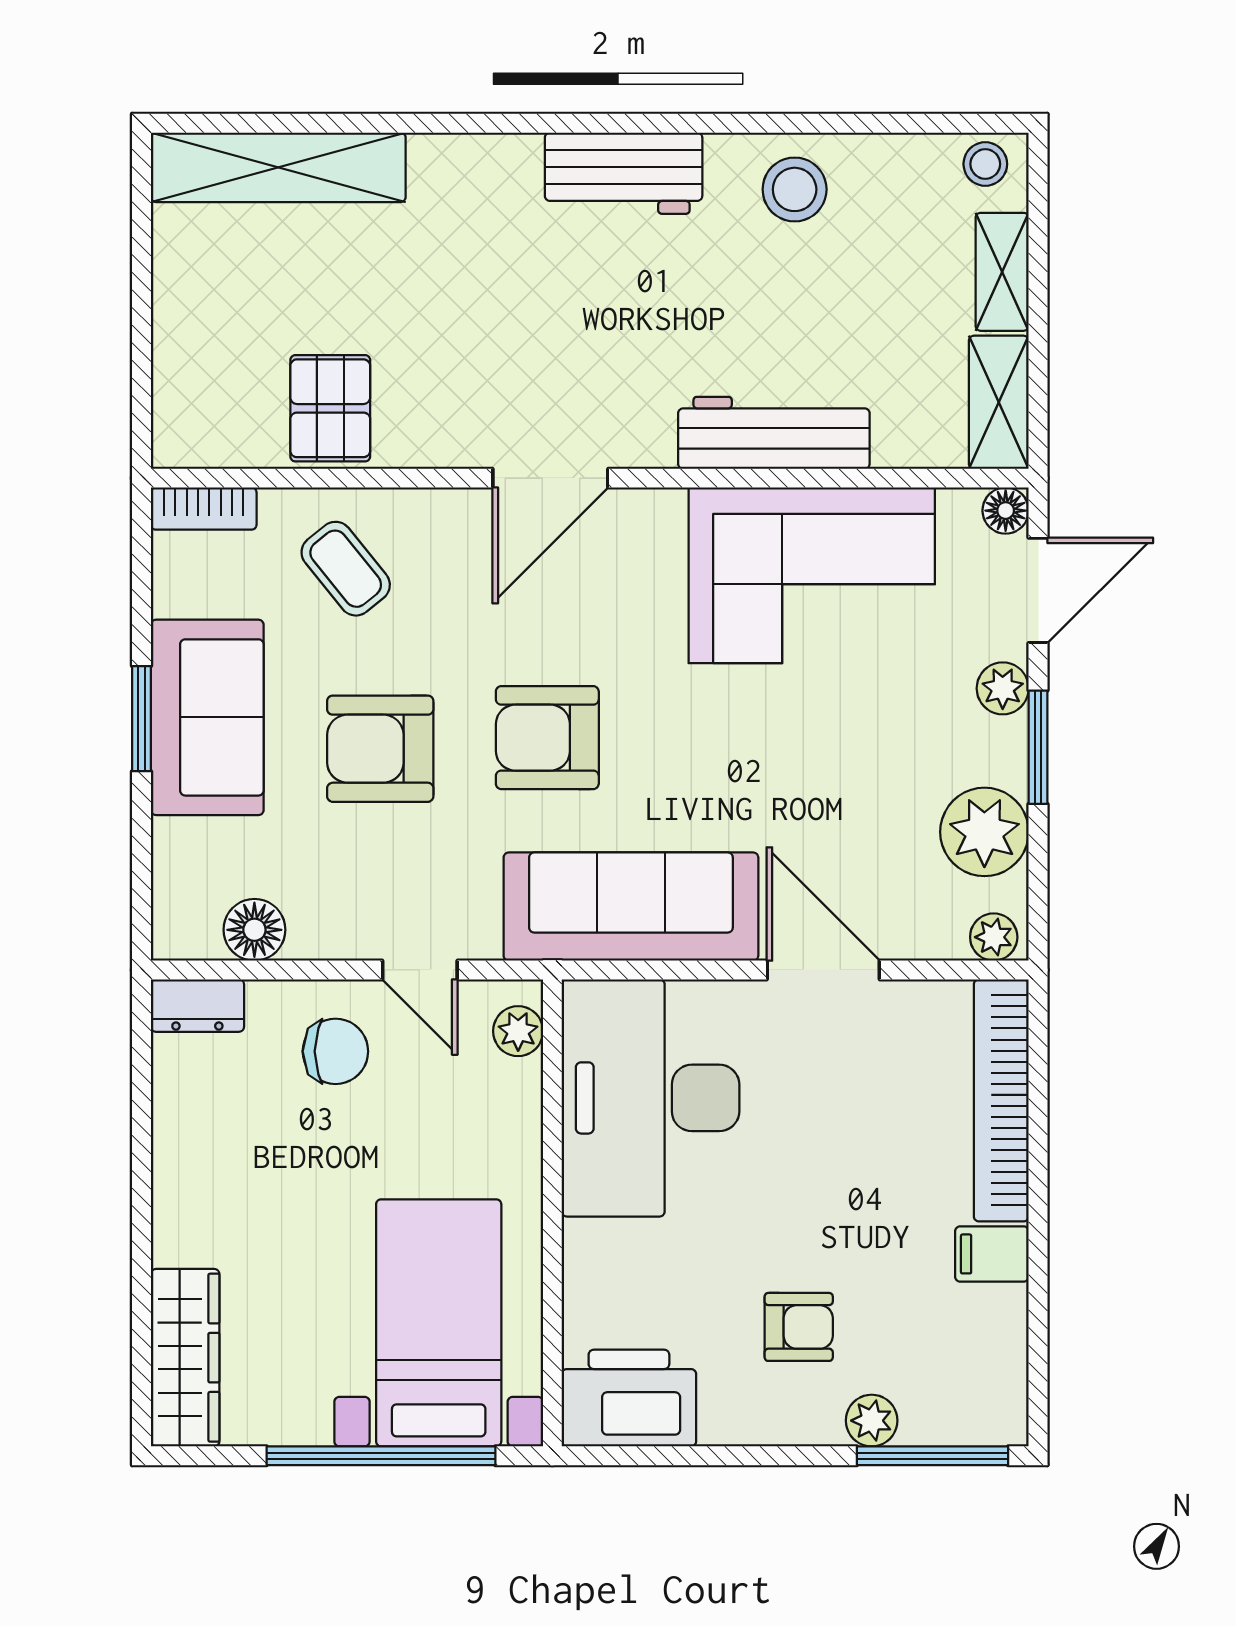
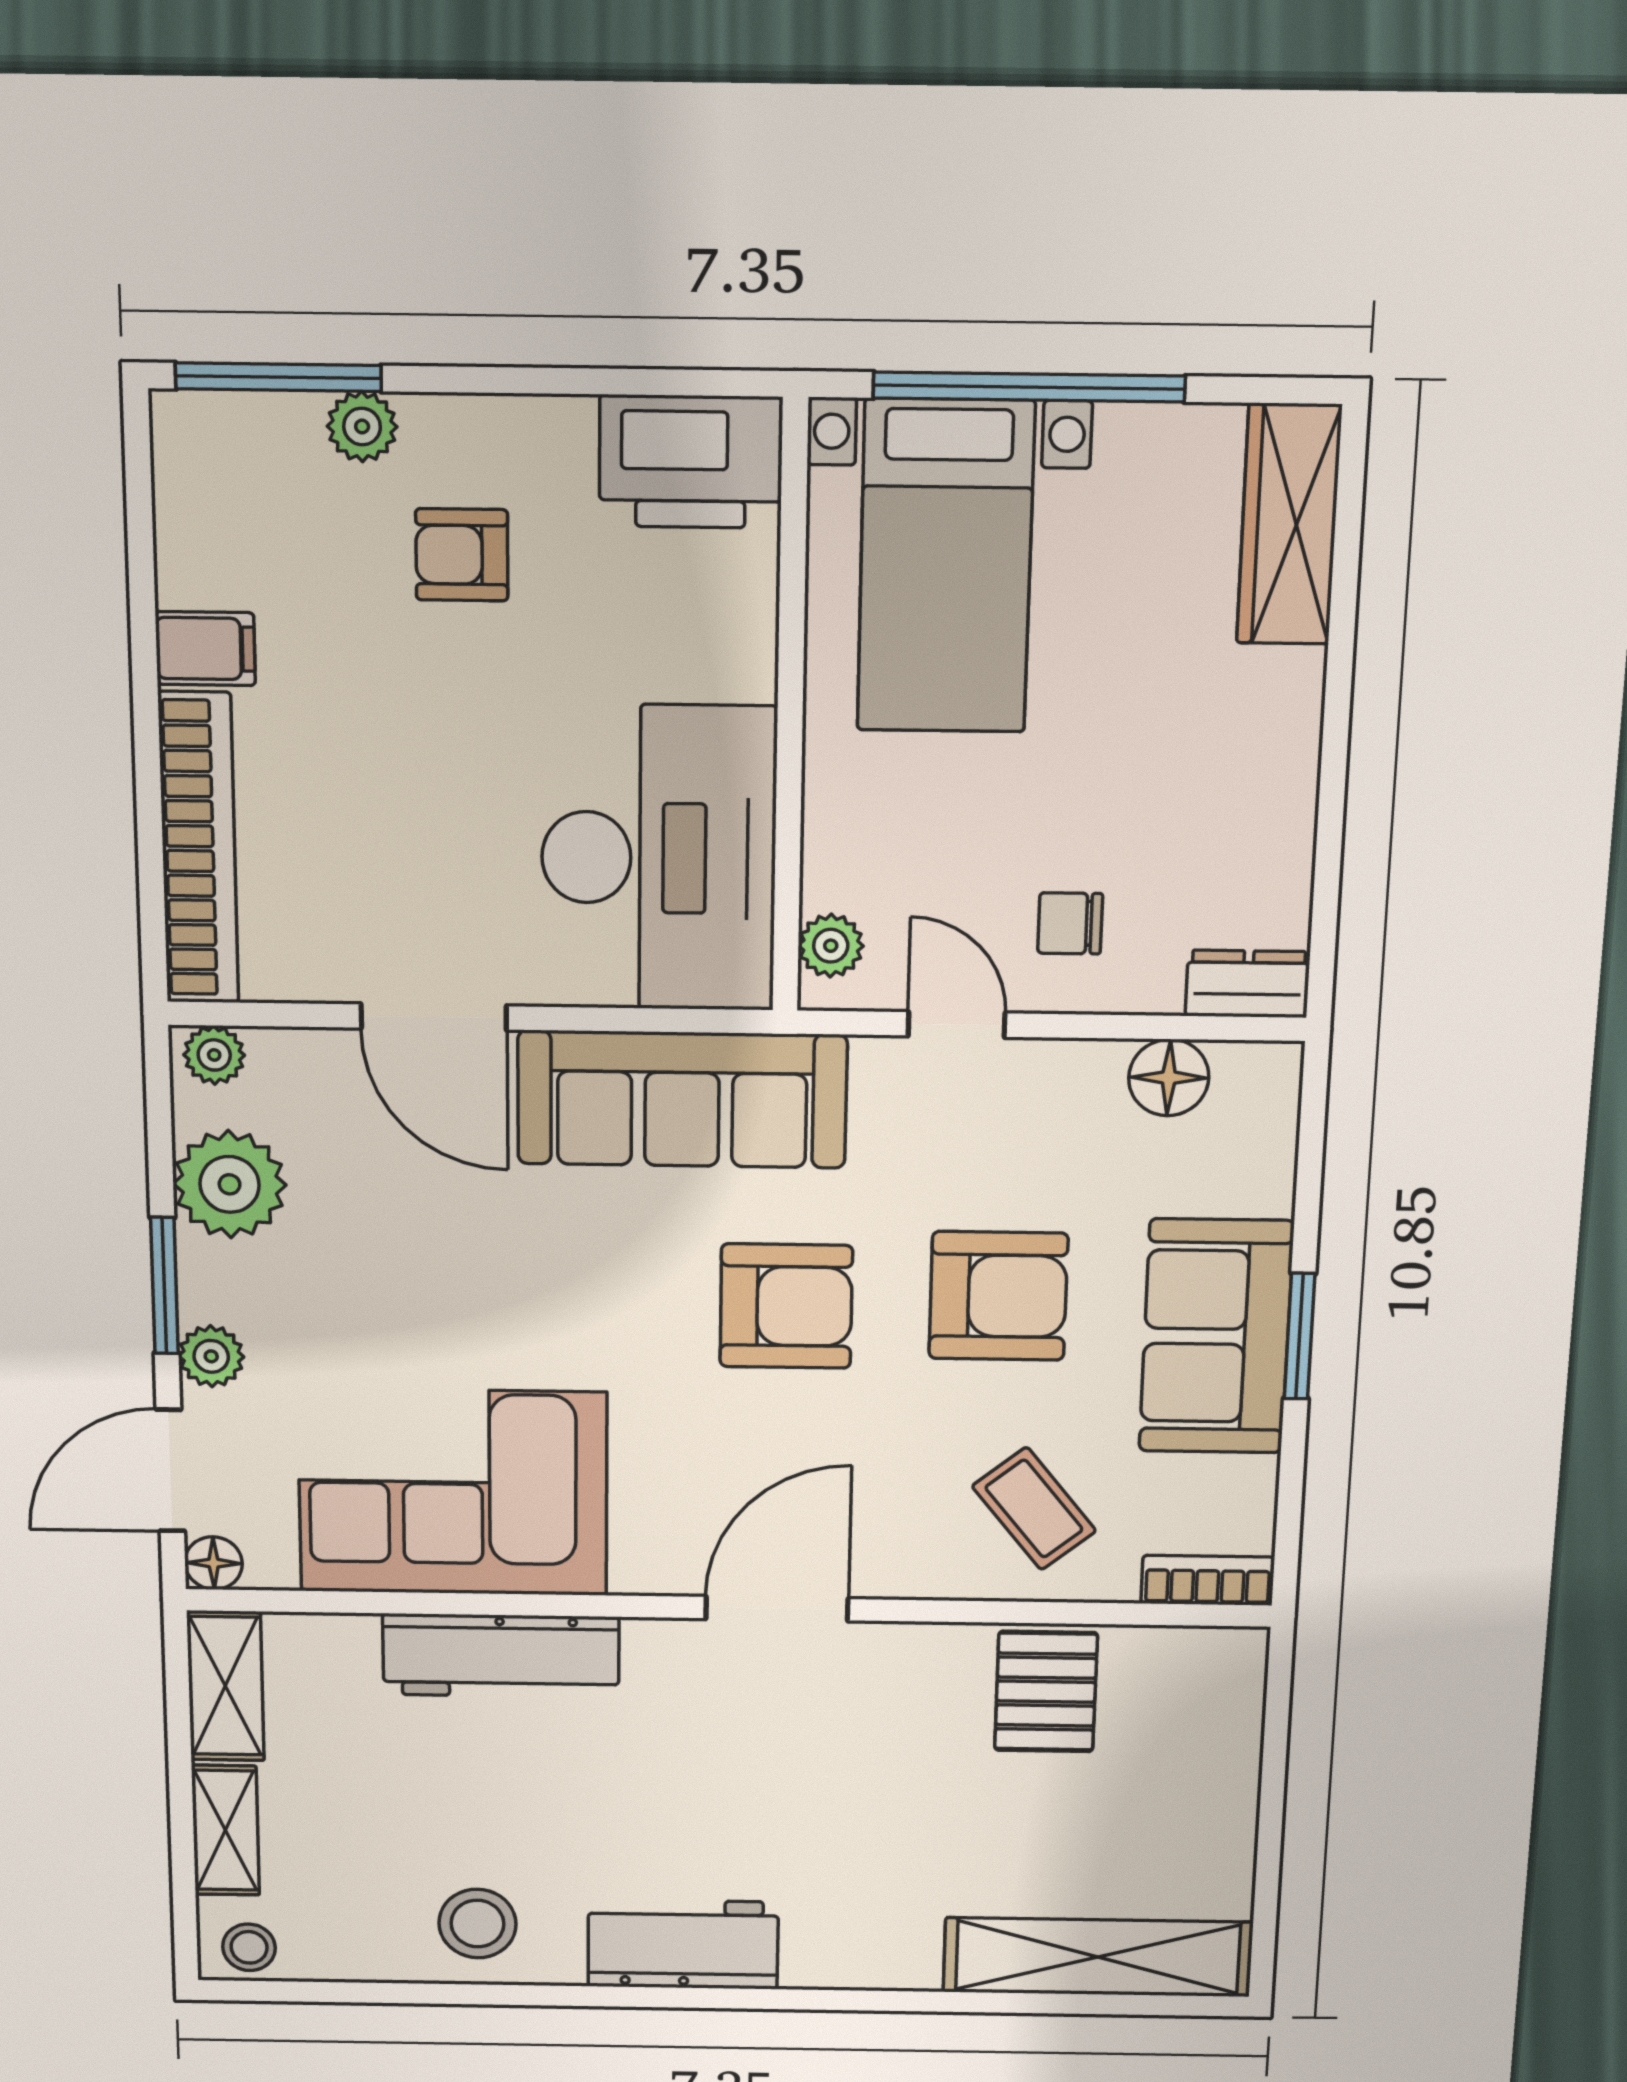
chair: (335, 1051) -> (1070, 923), width x0.73, depth x0.73

